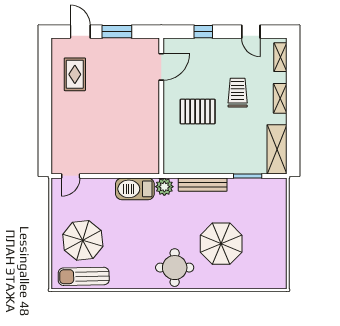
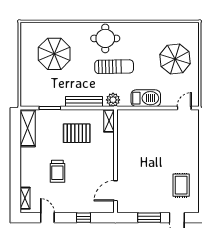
shelving: (280, 98) -> (109, 121), moved
pallet: (198, 112) -> (77, 133), moved
barbecue: (135, 189) -> (146, 98), moved
parasol: (221, 244) -> (54, 54), moved
sun lounger: (84, 276) -> (114, 67), moved

